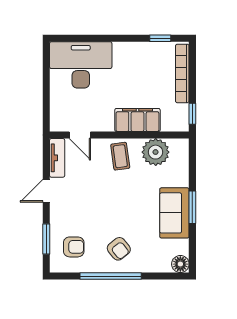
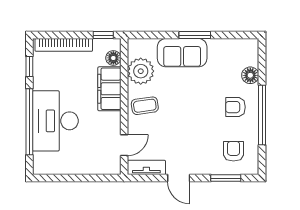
window: (104, 38) -> (29, 122), added
desk: (81, 65) -> (55, 121), moved
floor lamp: (169, 124) -> (113, 58), added
sofa: (174, 213) -> (182, 53), moved
armchair: (119, 249) -> (235, 107), turned -141
floor lamp: (180, 264) -> (250, 75), moved

